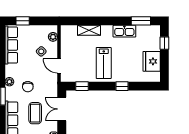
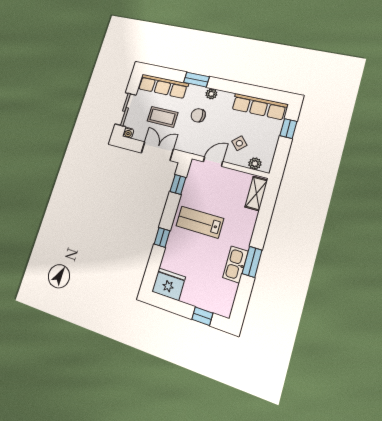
window: (141, 21) -> (252, 262), moved
shelving: (89, 30) -> (256, 193), moved
fridge: (152, 61) -> (169, 284), moved

